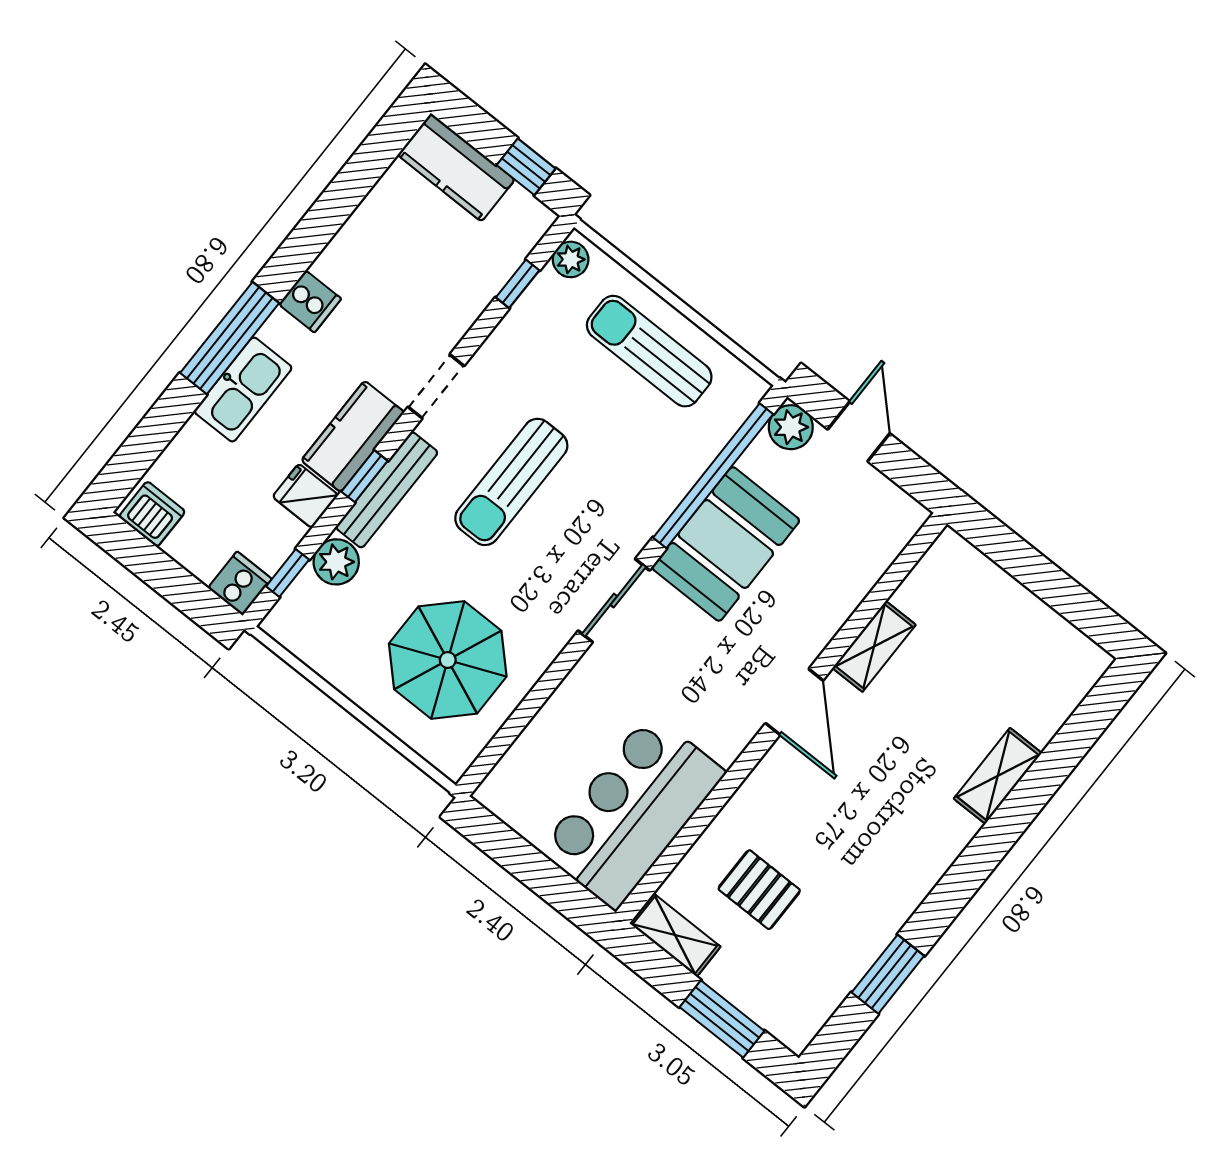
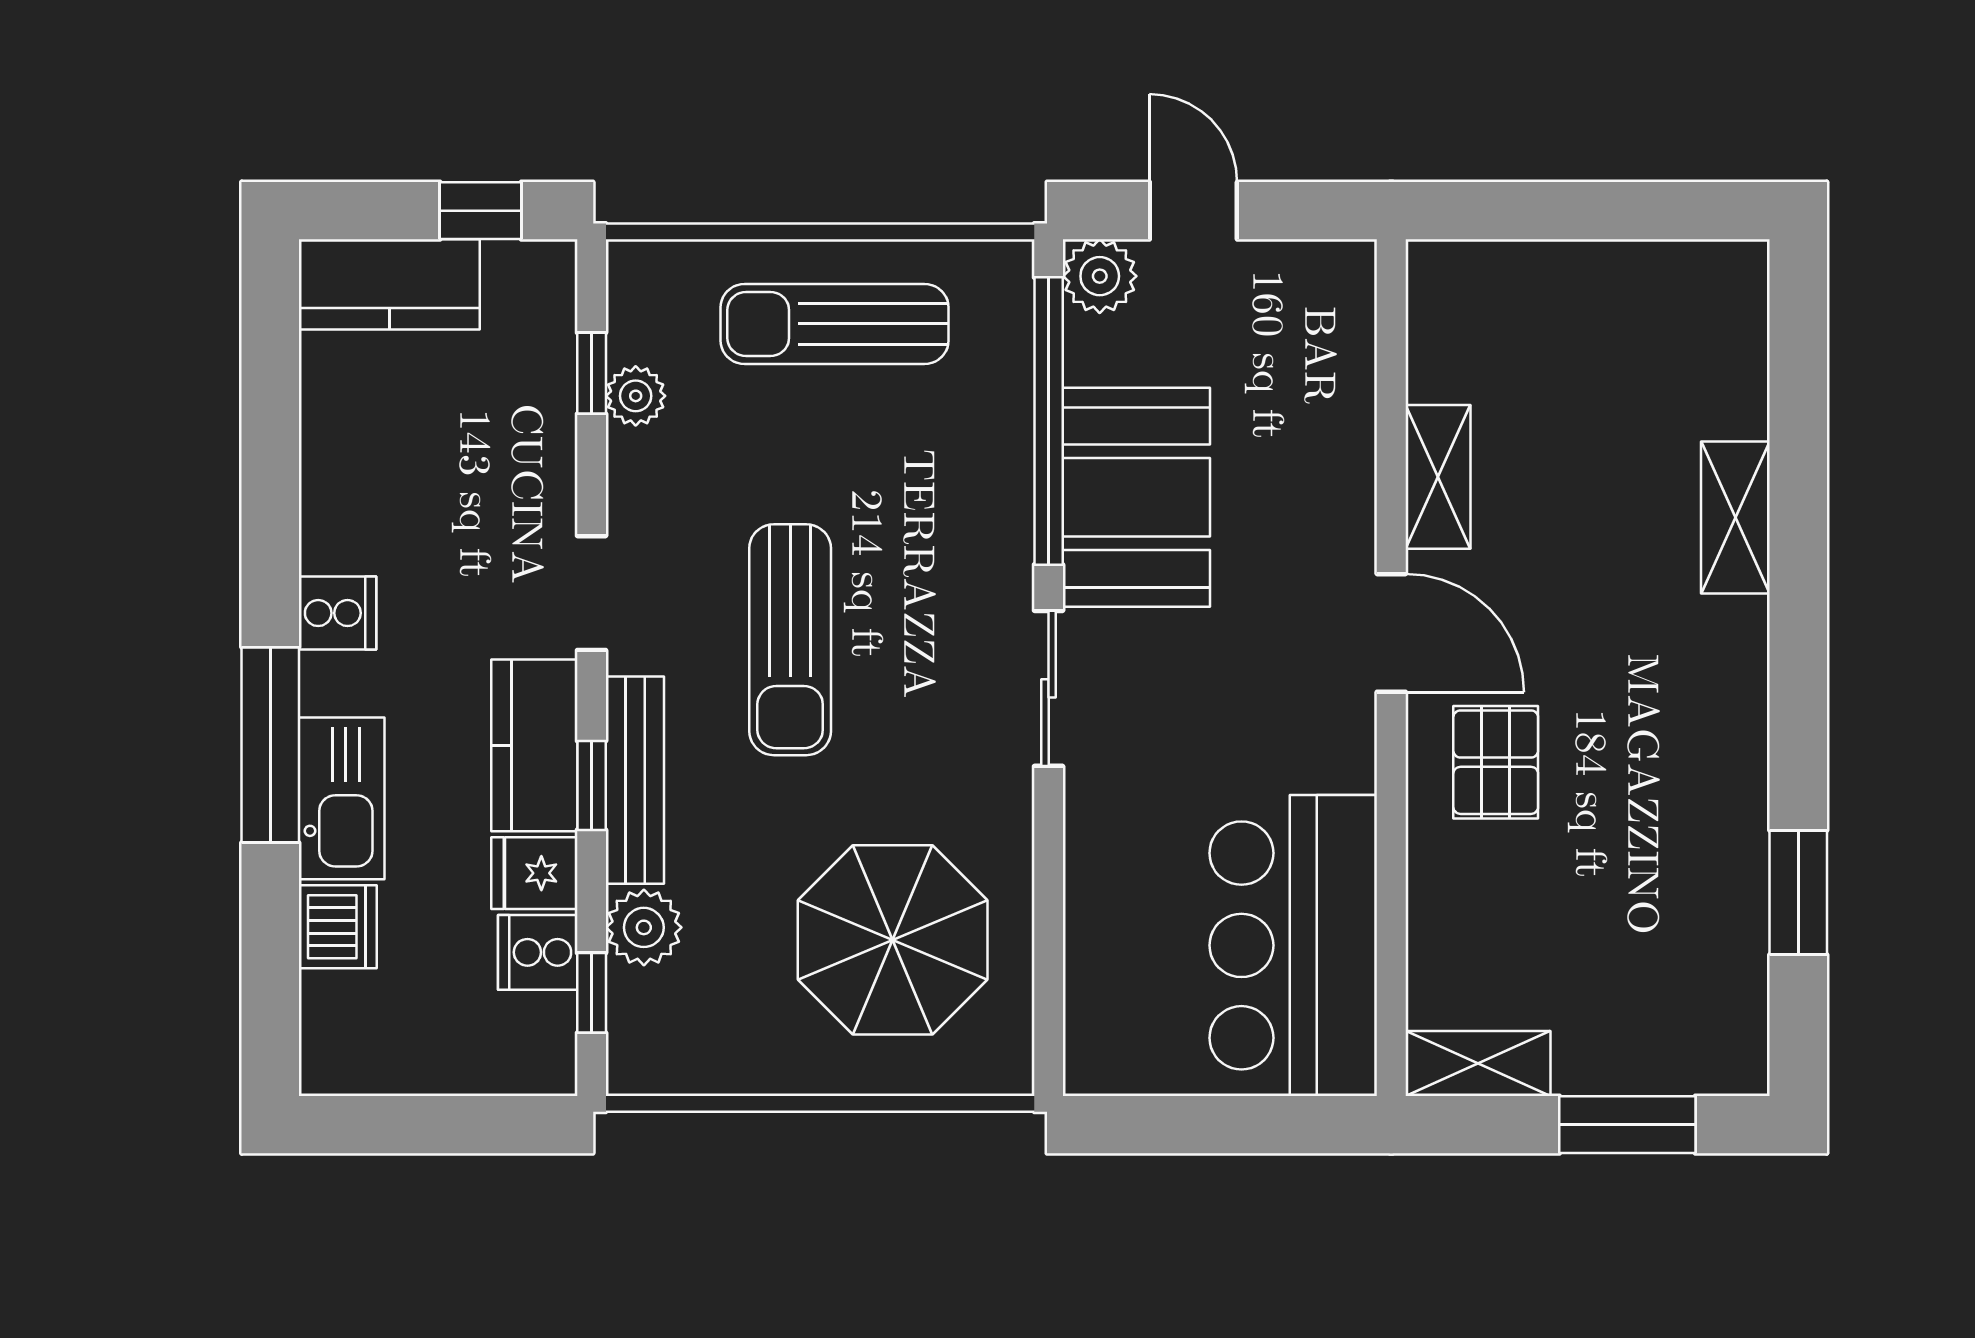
plant: (571, 259) -> (636, 396), moved
dishwasher: (152, 514) -> (338, 927), moved, turned 90
cooker: (240, 583) -> (538, 952), moved, turned -90
pallet: (759, 890) -> (1496, 762), moved, turned 90

